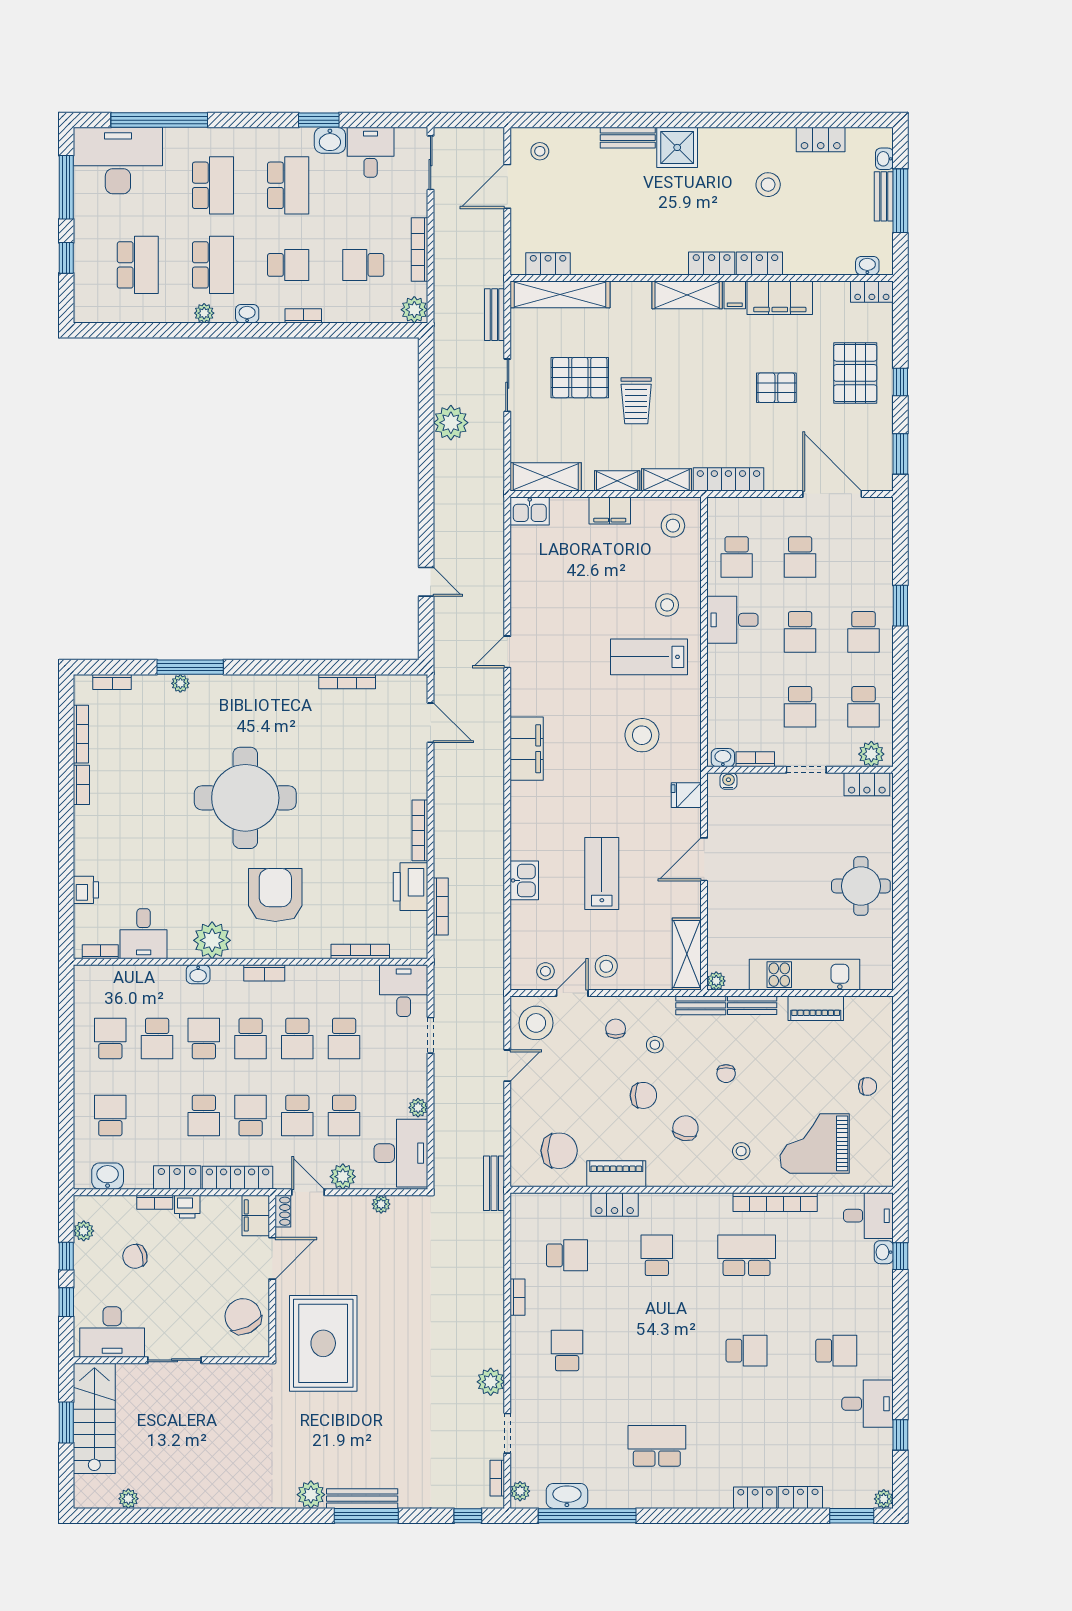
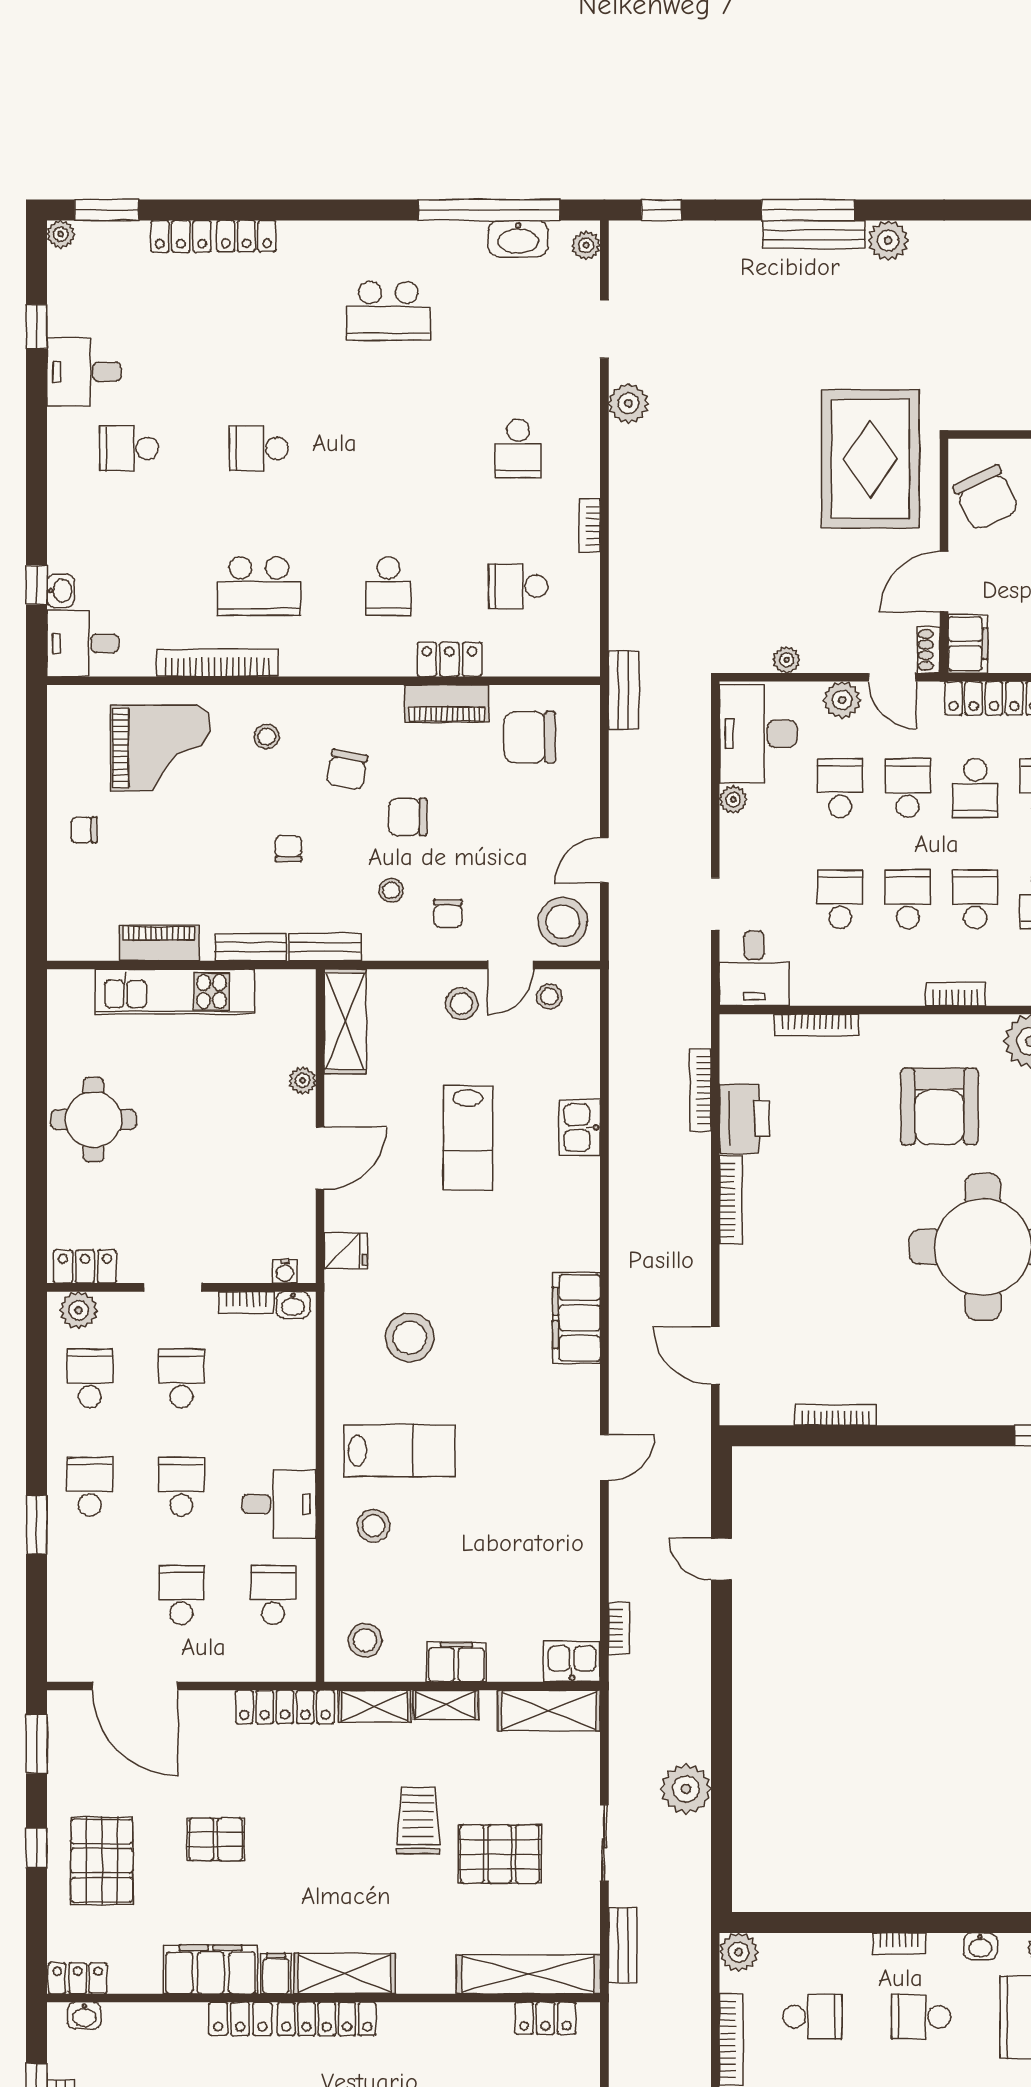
locker: (712, 263) -> (327, 2019), width x1.53
plant: (716, 981) -> (303, 1080), moved
bookcase: (497, 1478) -> (619, 1628), moved

